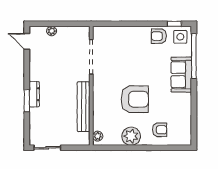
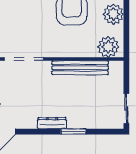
dresser: (34, 94) -> (52, 123), moved
plant: (98, 136) -> (108, 47), width x1.88, depth x1.88

